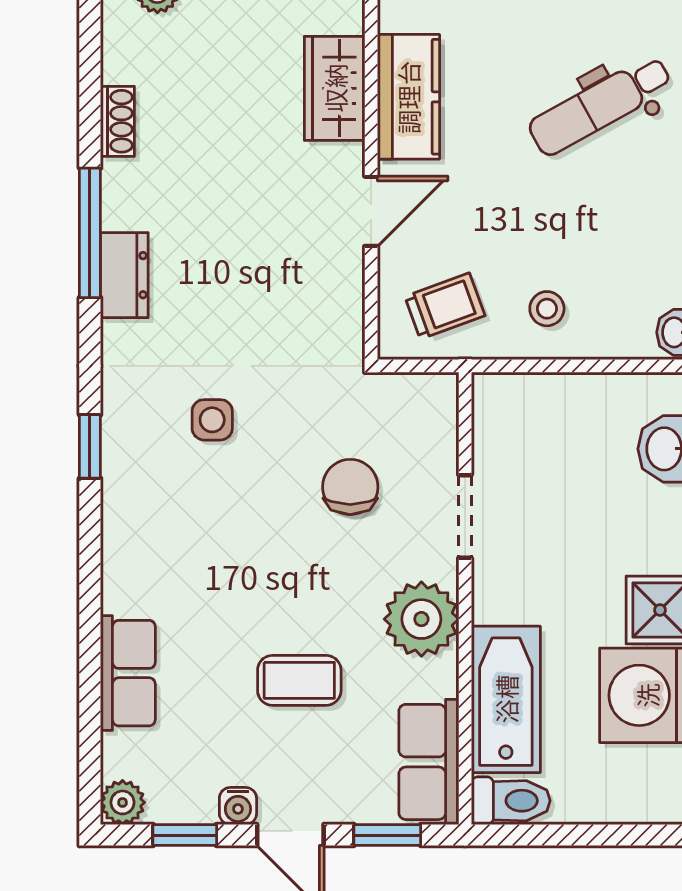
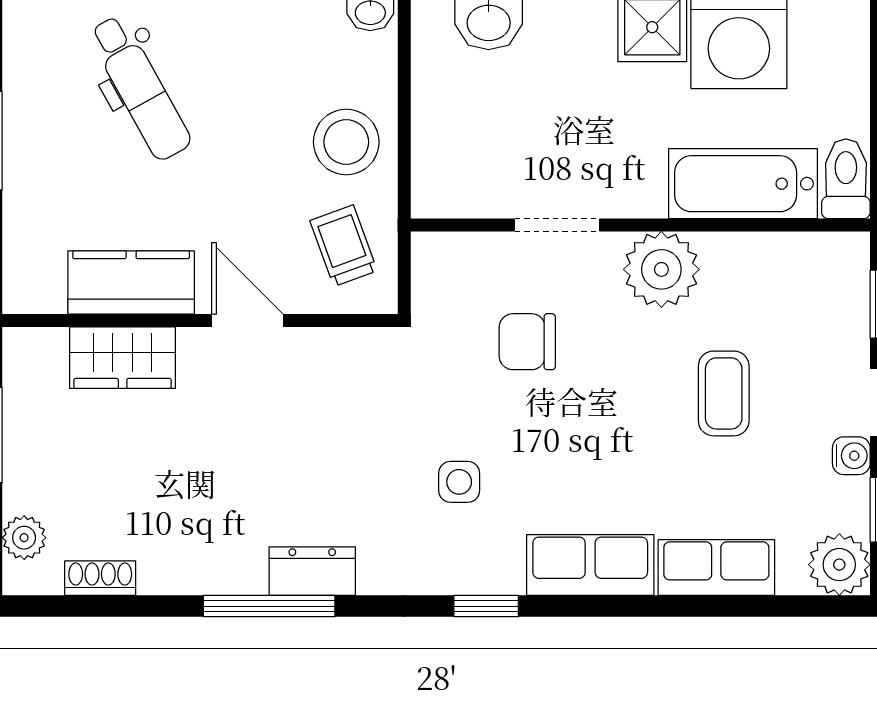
shoe rack: (117, 121) -> (100, 578), moved
stool: (547, 309) -> (346, 142), width x1.89, depth x1.89
row of seats: (429, 762) -> (590, 565), moved, turned 180
plant: (123, 802) -> (839, 565), width x1.38, depth x1.38

